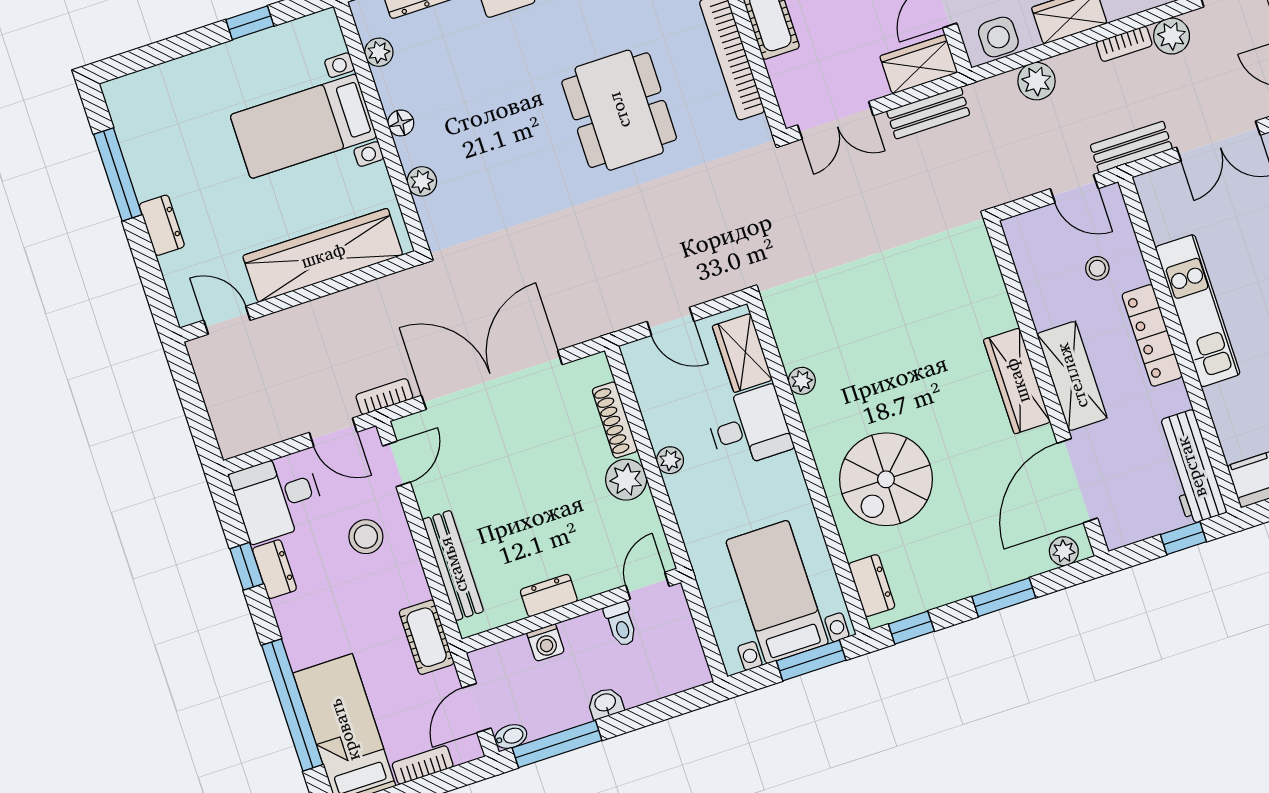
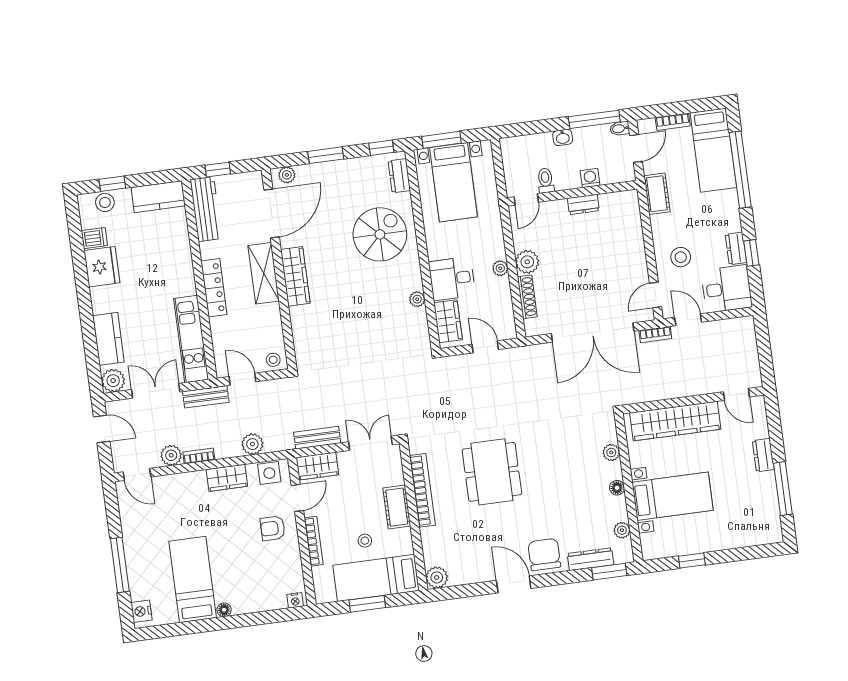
stool: (1097, 268) -> (273, 360), moved
kitchen unit: (1198, 311) -> (191, 339), moved
bench: (453, 565) -> (634, 232), removed

